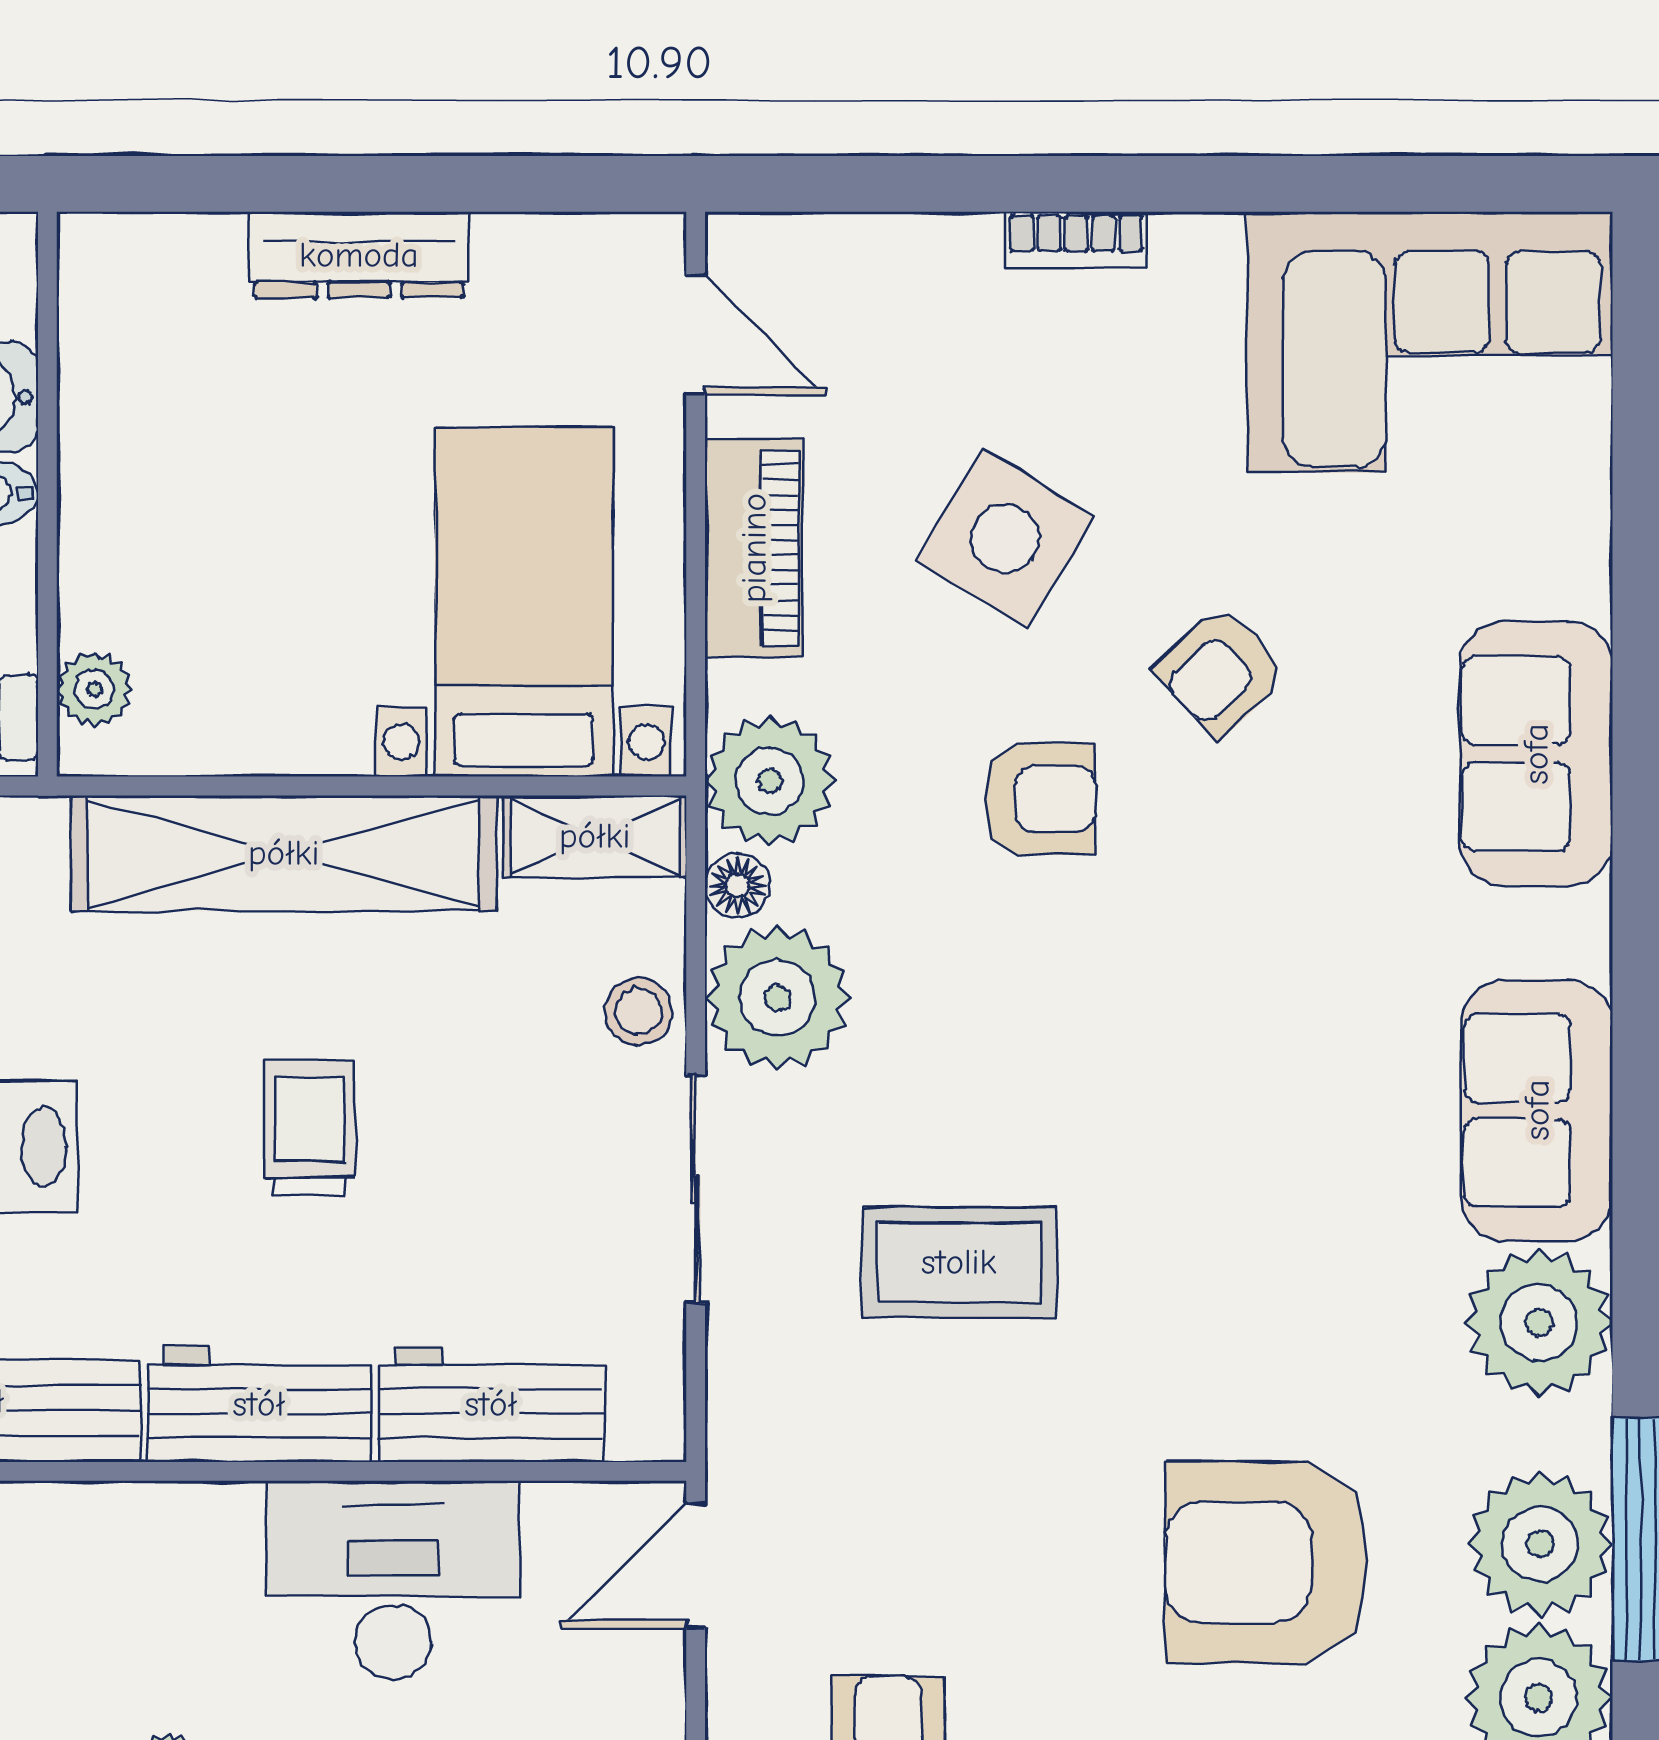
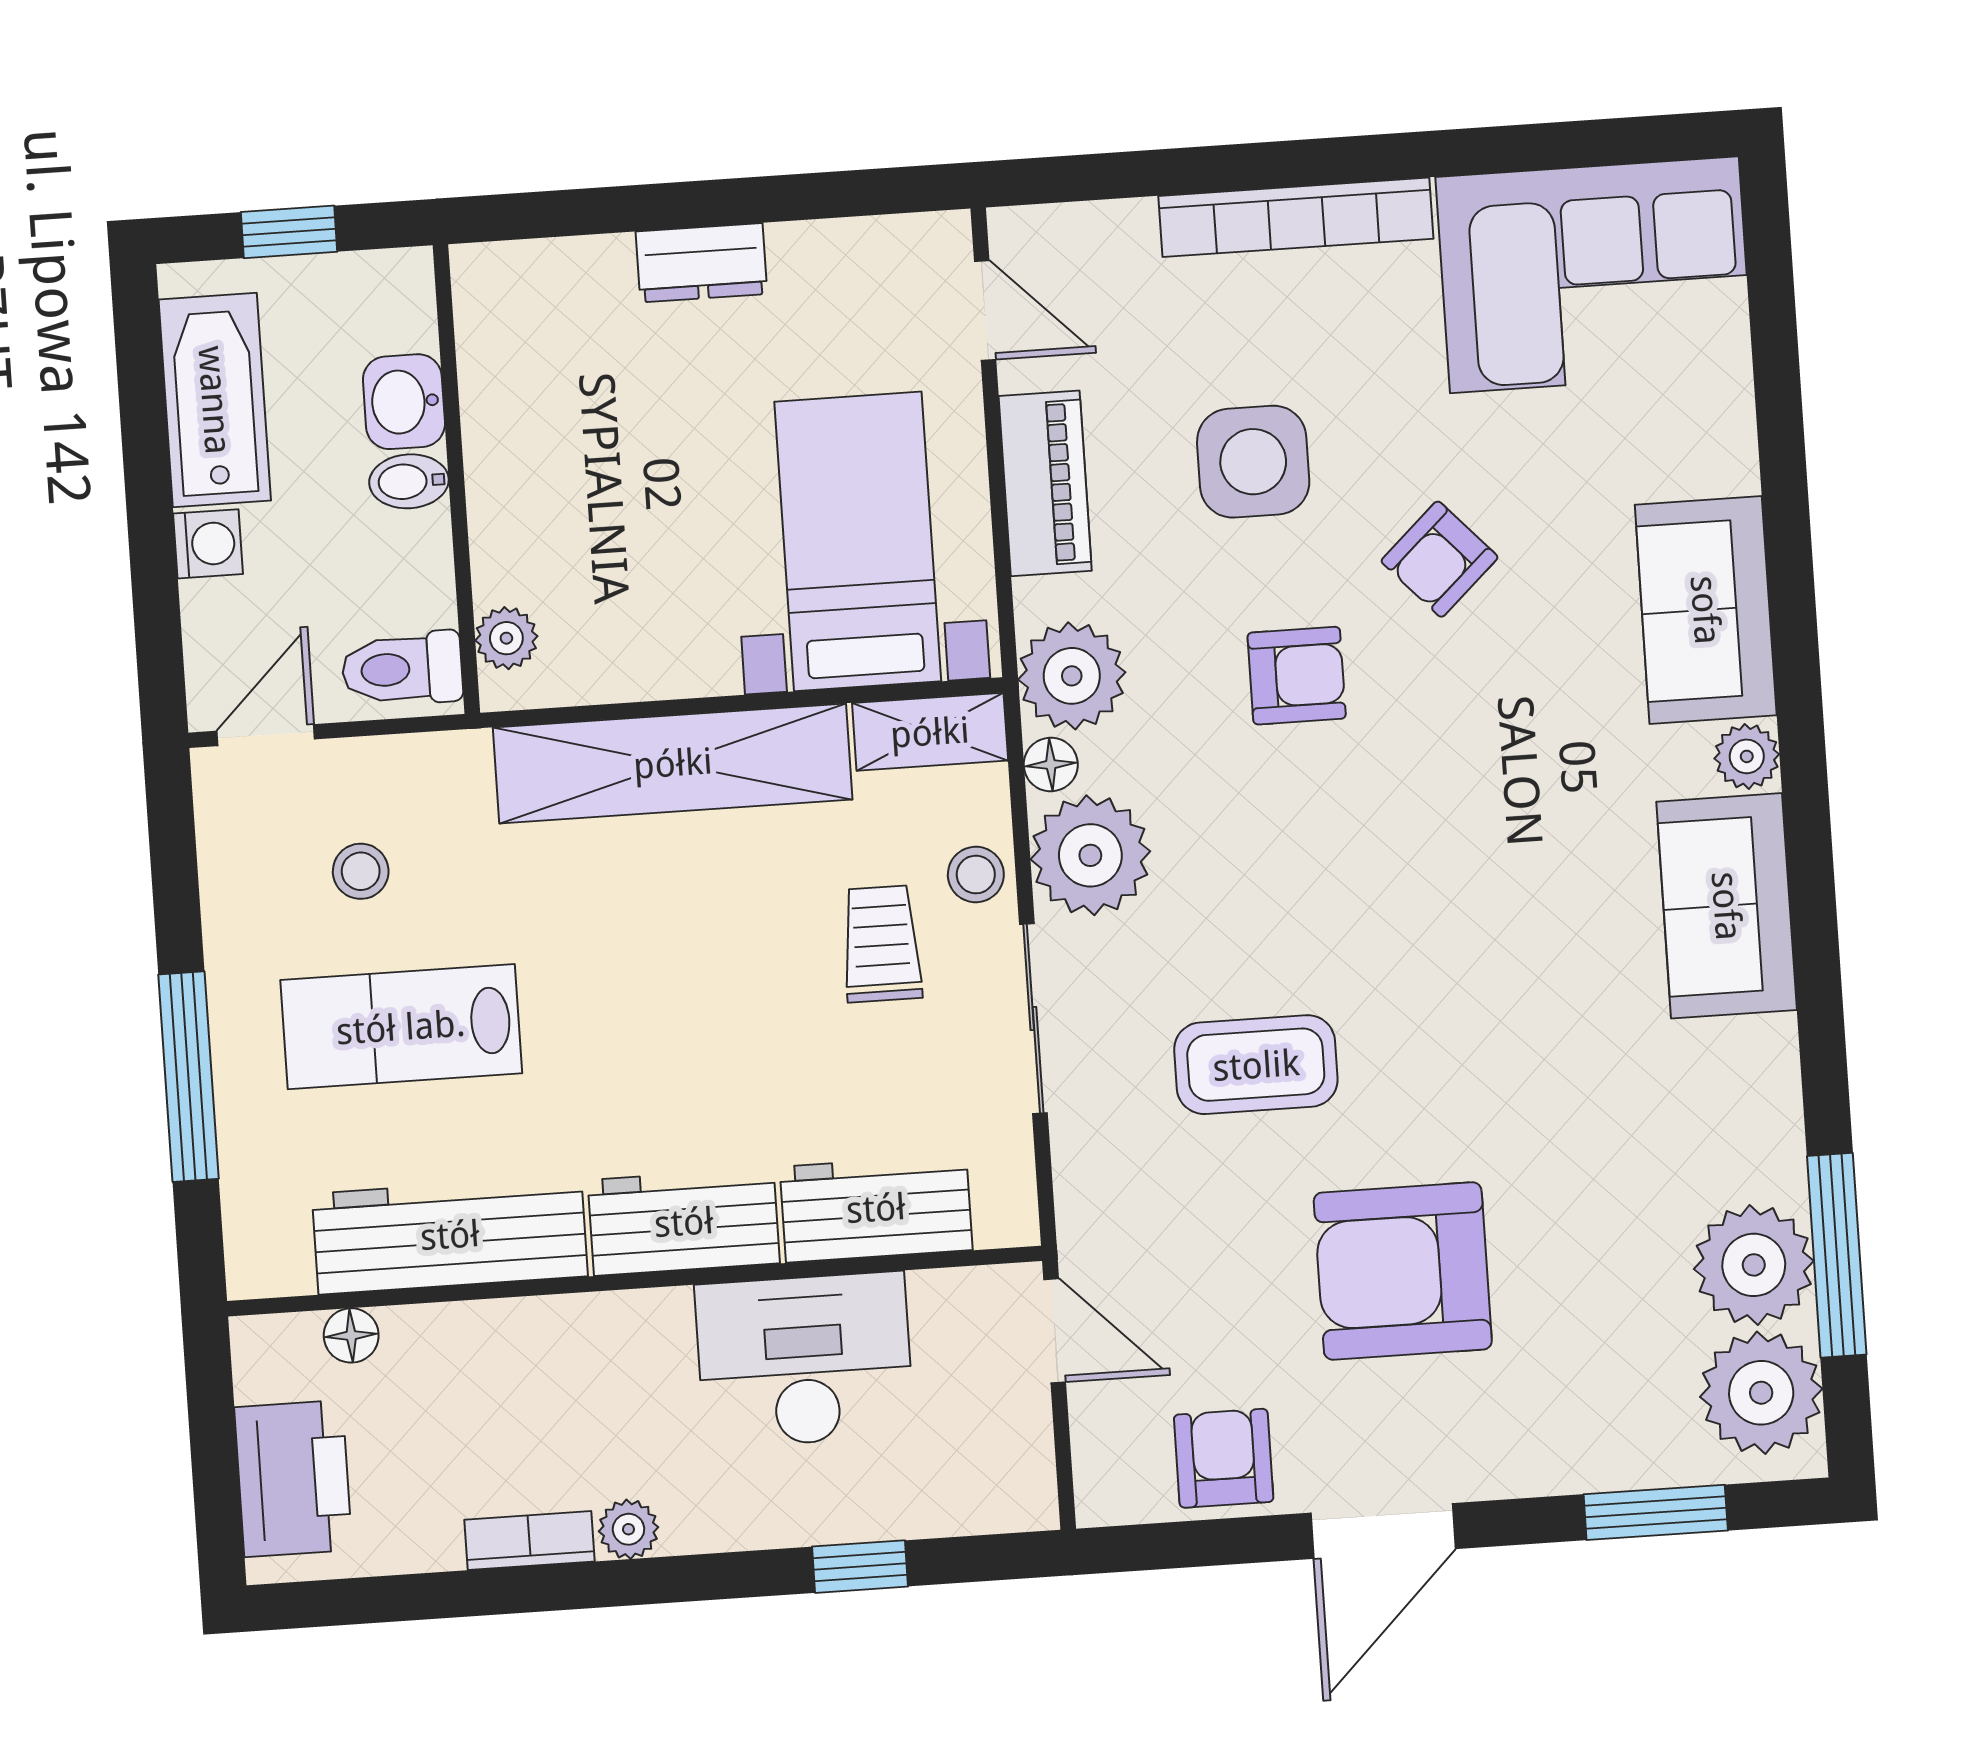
bookcase: (1076, 240) -> (1296, 217), width x2.31, depth x1.31
dresser: (359, 255) -> (701, 263), width x0.70
side table: (1005, 539) -> (1253, 462), turned -31
trolley: (310, 1129) -> (881, 944), moved
plant: (1539, 1322) -> (1747, 756), moved, width x0.53, depth x0.53
armchair: (1266, 1562) -> (1403, 1271), moved
door: (696, 1565) -> (1055, 1331), swing flipped

